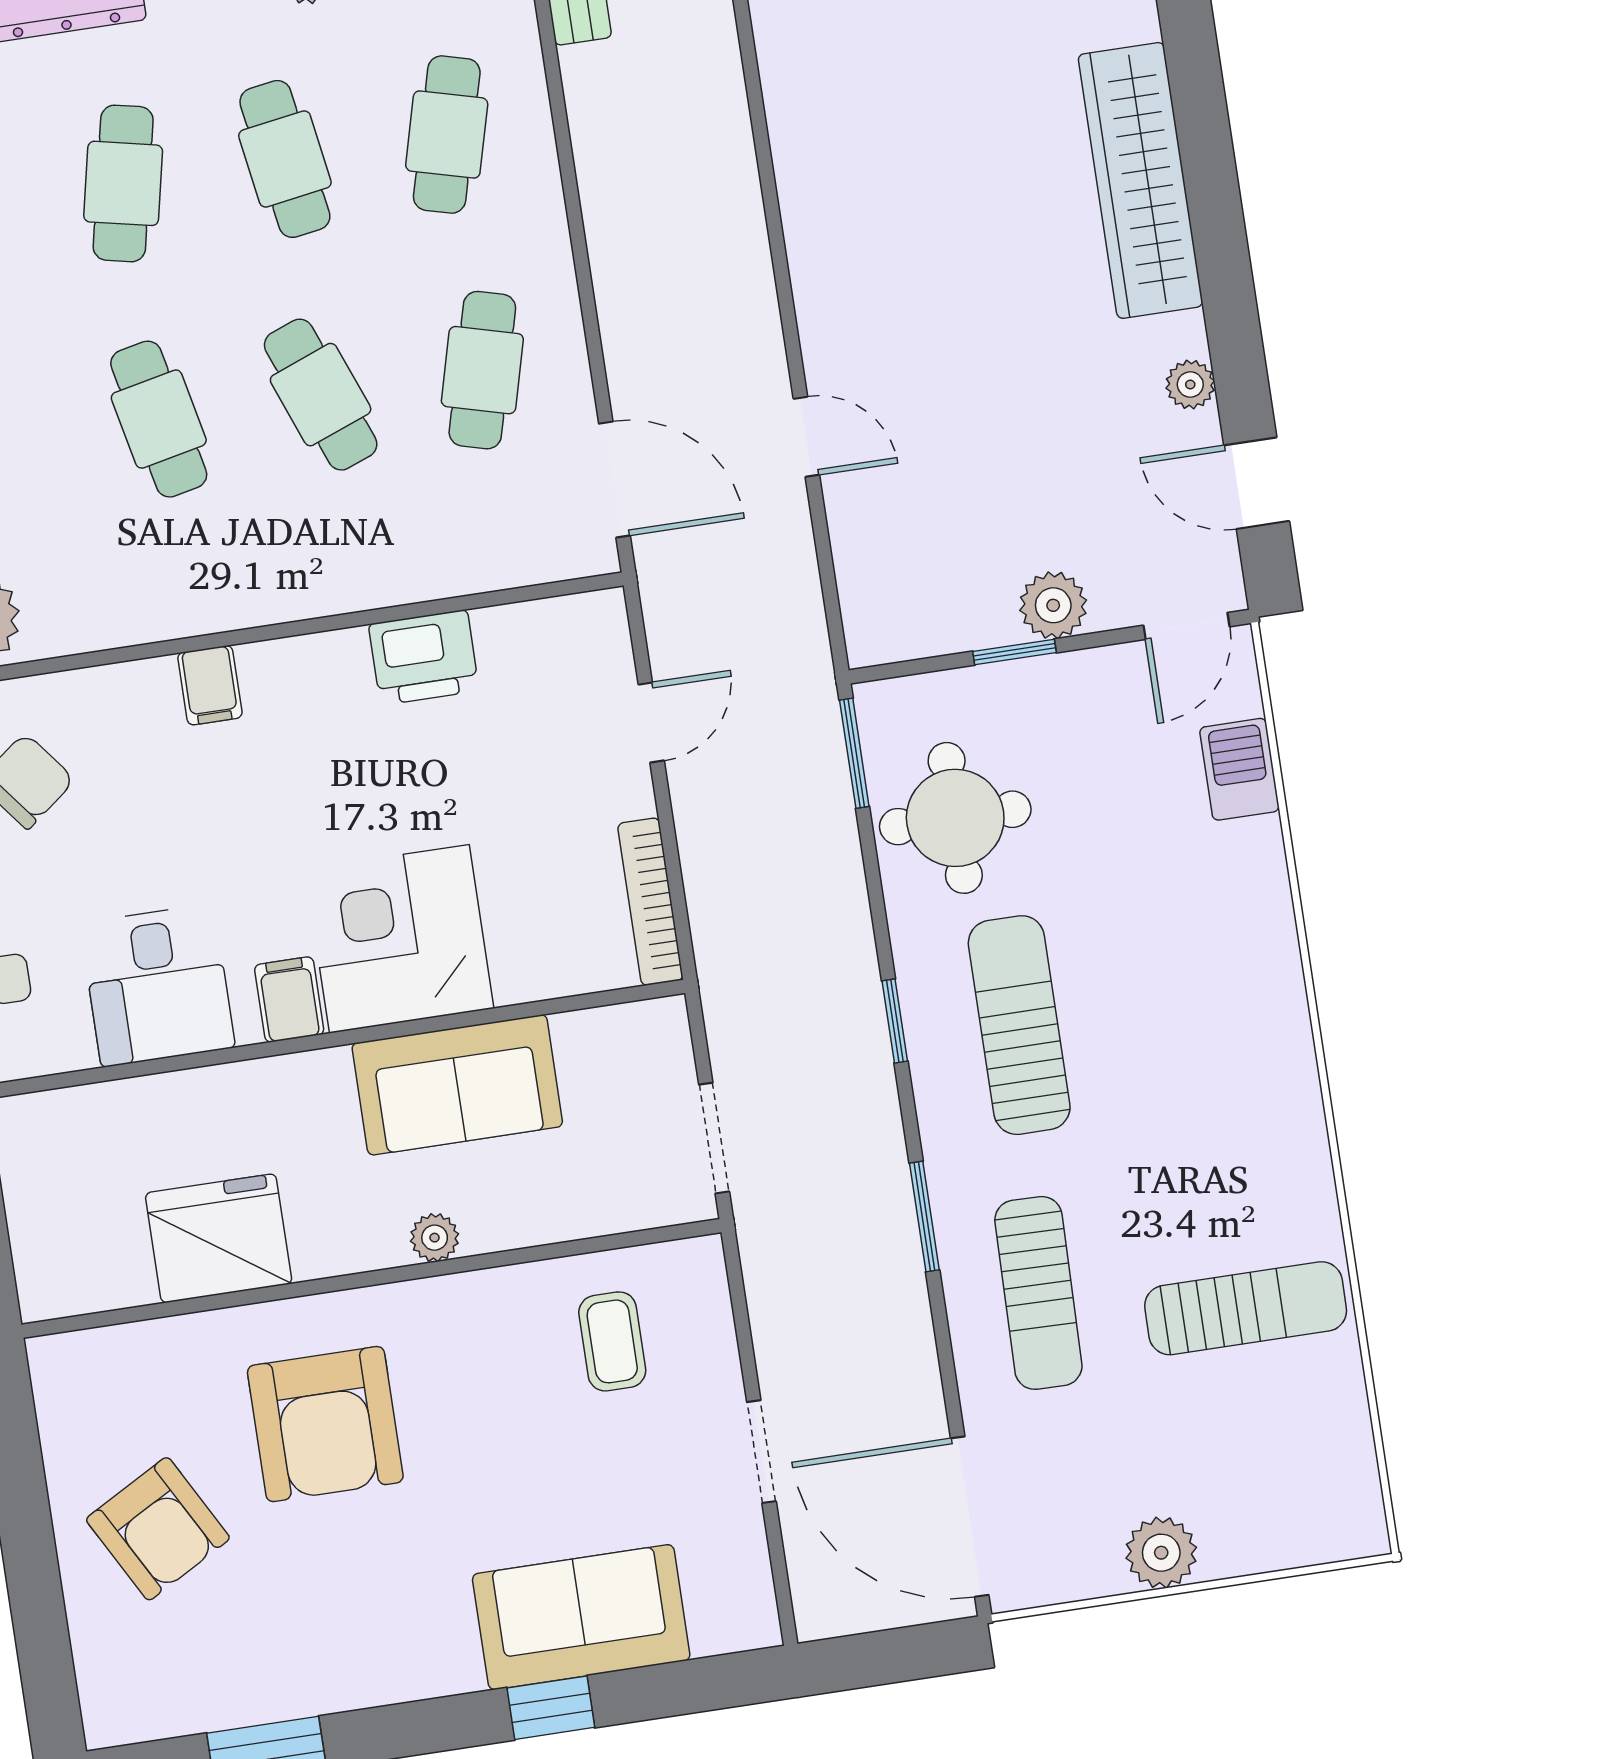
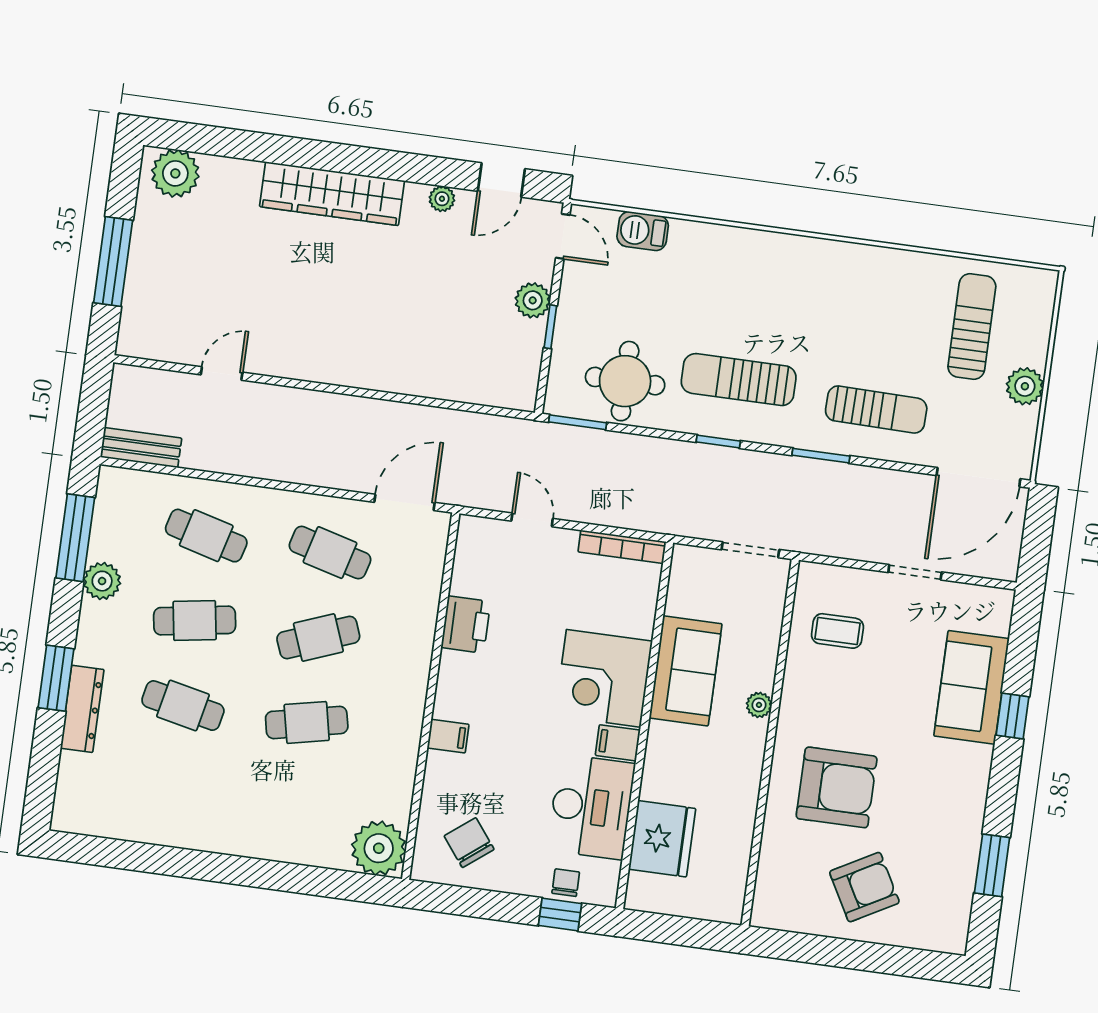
door: (806, 437) -> (222, 373), moved
desk: (158, 985) -> (591, 807), width x1.37
fridge: (219, 1238) -> (662, 839), moved, turned 180
sun lounger: (1246, 1308) -> (972, 327), moved

